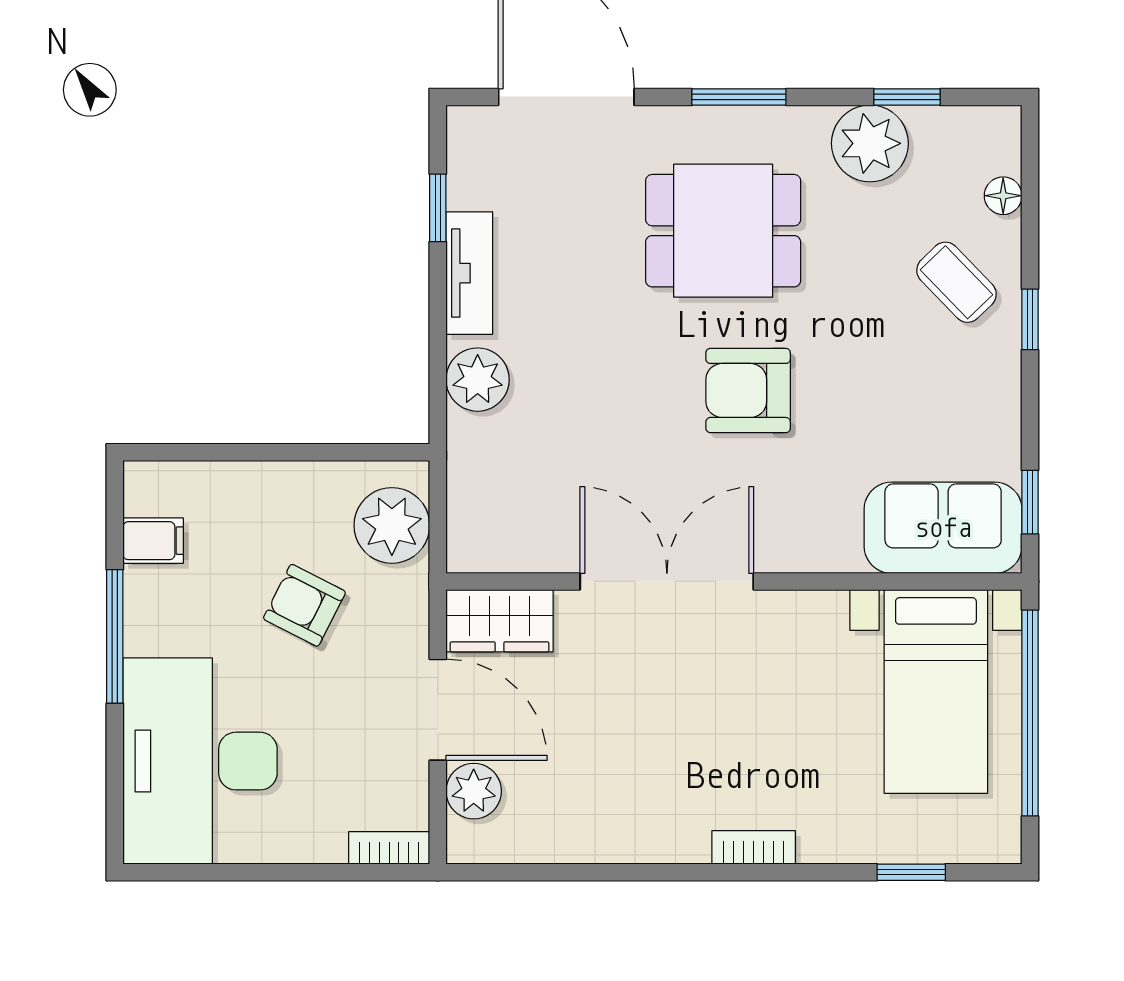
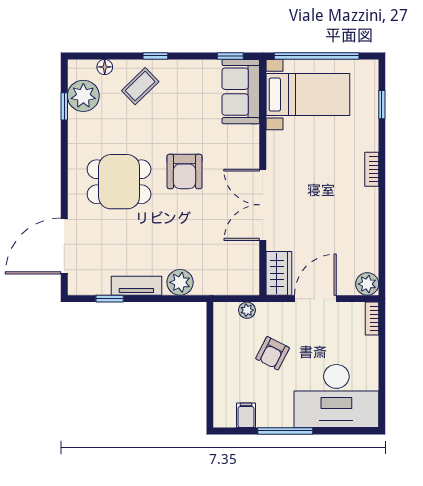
window: (739, 97) -> (64, 175), removed
plant: (870, 143) -> (83, 96), moved
dining table: (723, 231) -> (119, 182), turned 90
plant: (392, 525) -> (247, 310), width x0.53, depth x0.53
plant: (474, 791) -> (367, 284), moved

